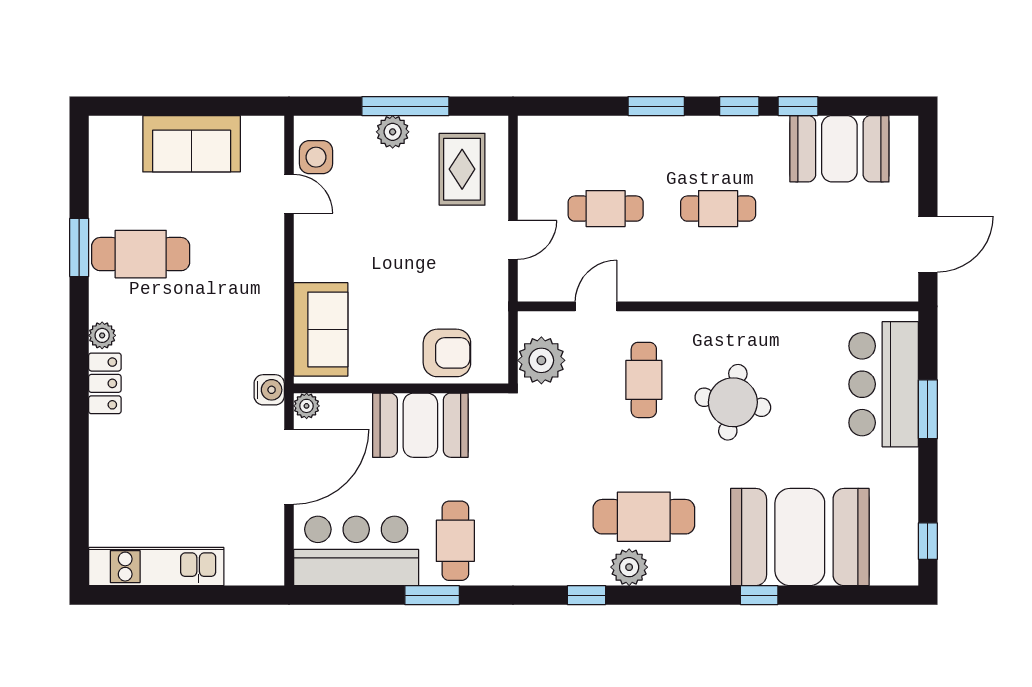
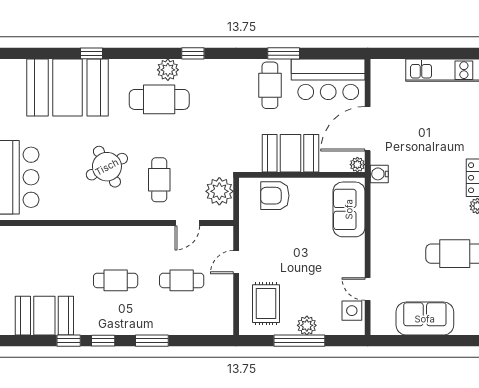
round table: (733, 402) -> (107, 167), turned -38

